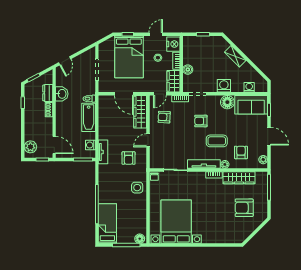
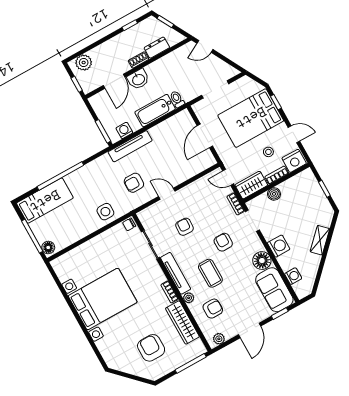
washbasin: (62, 94) -> (138, 79), moved
wardrobe: (140, 112) -> (195, 166), removed
armchair: (164, 117) -> (184, 227), moved
door: (54, 145) -> (114, 81), moved
tv unit: (103, 152) -> (130, 146), width x1.41
bed with nightstands: (176, 222) -> (103, 299), moved

